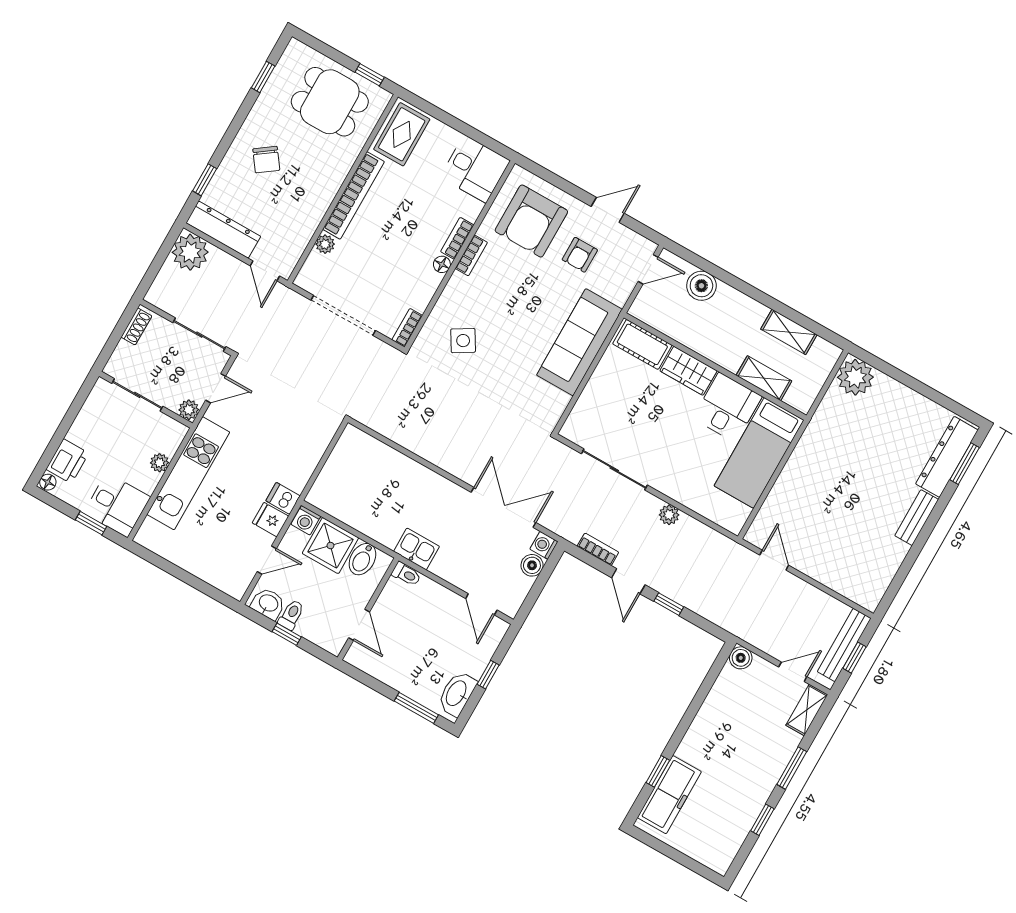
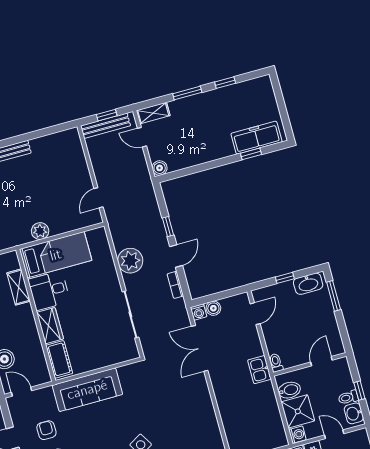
armchair: (580, 255) -> (46, 430), turned -90
plant: (801, 461) -> (40, 231), added
plant: (669, 515) -> (130, 261), width x1.88, depth x1.88

